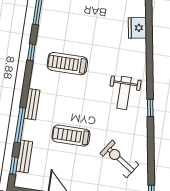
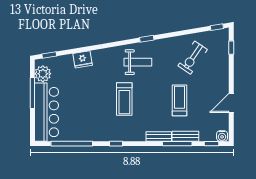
treadmill: (67, 64) -> (124, 99), moved
treadmill: (71, 136) -> (180, 100), turned 180
bench: (24, 156) -> (185, 136), moved
water cooler: (21, 180) -> (222, 136), added

